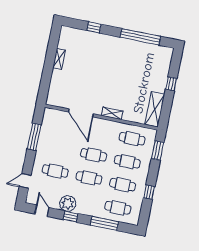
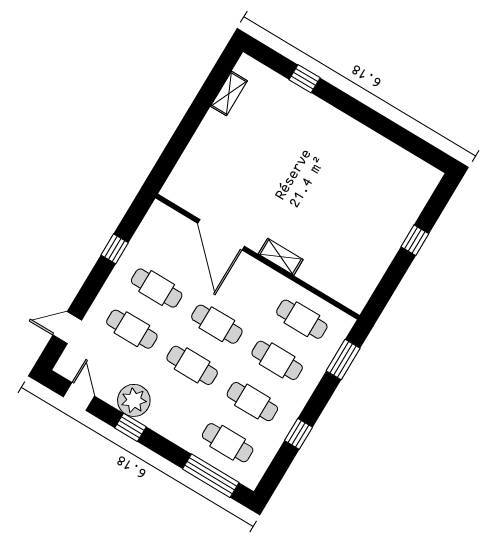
window: (140, 37) -> (388, 129), removed
shelving: (59, 59) -> (229, 93), moved
shelving: (155, 109) -> (366, 278), removed
window: (34, 137) -> (115, 249), width x0.46
cafe table: (60, 148) -> (157, 288), added
window: (104, 223) -> (211, 476), moved

